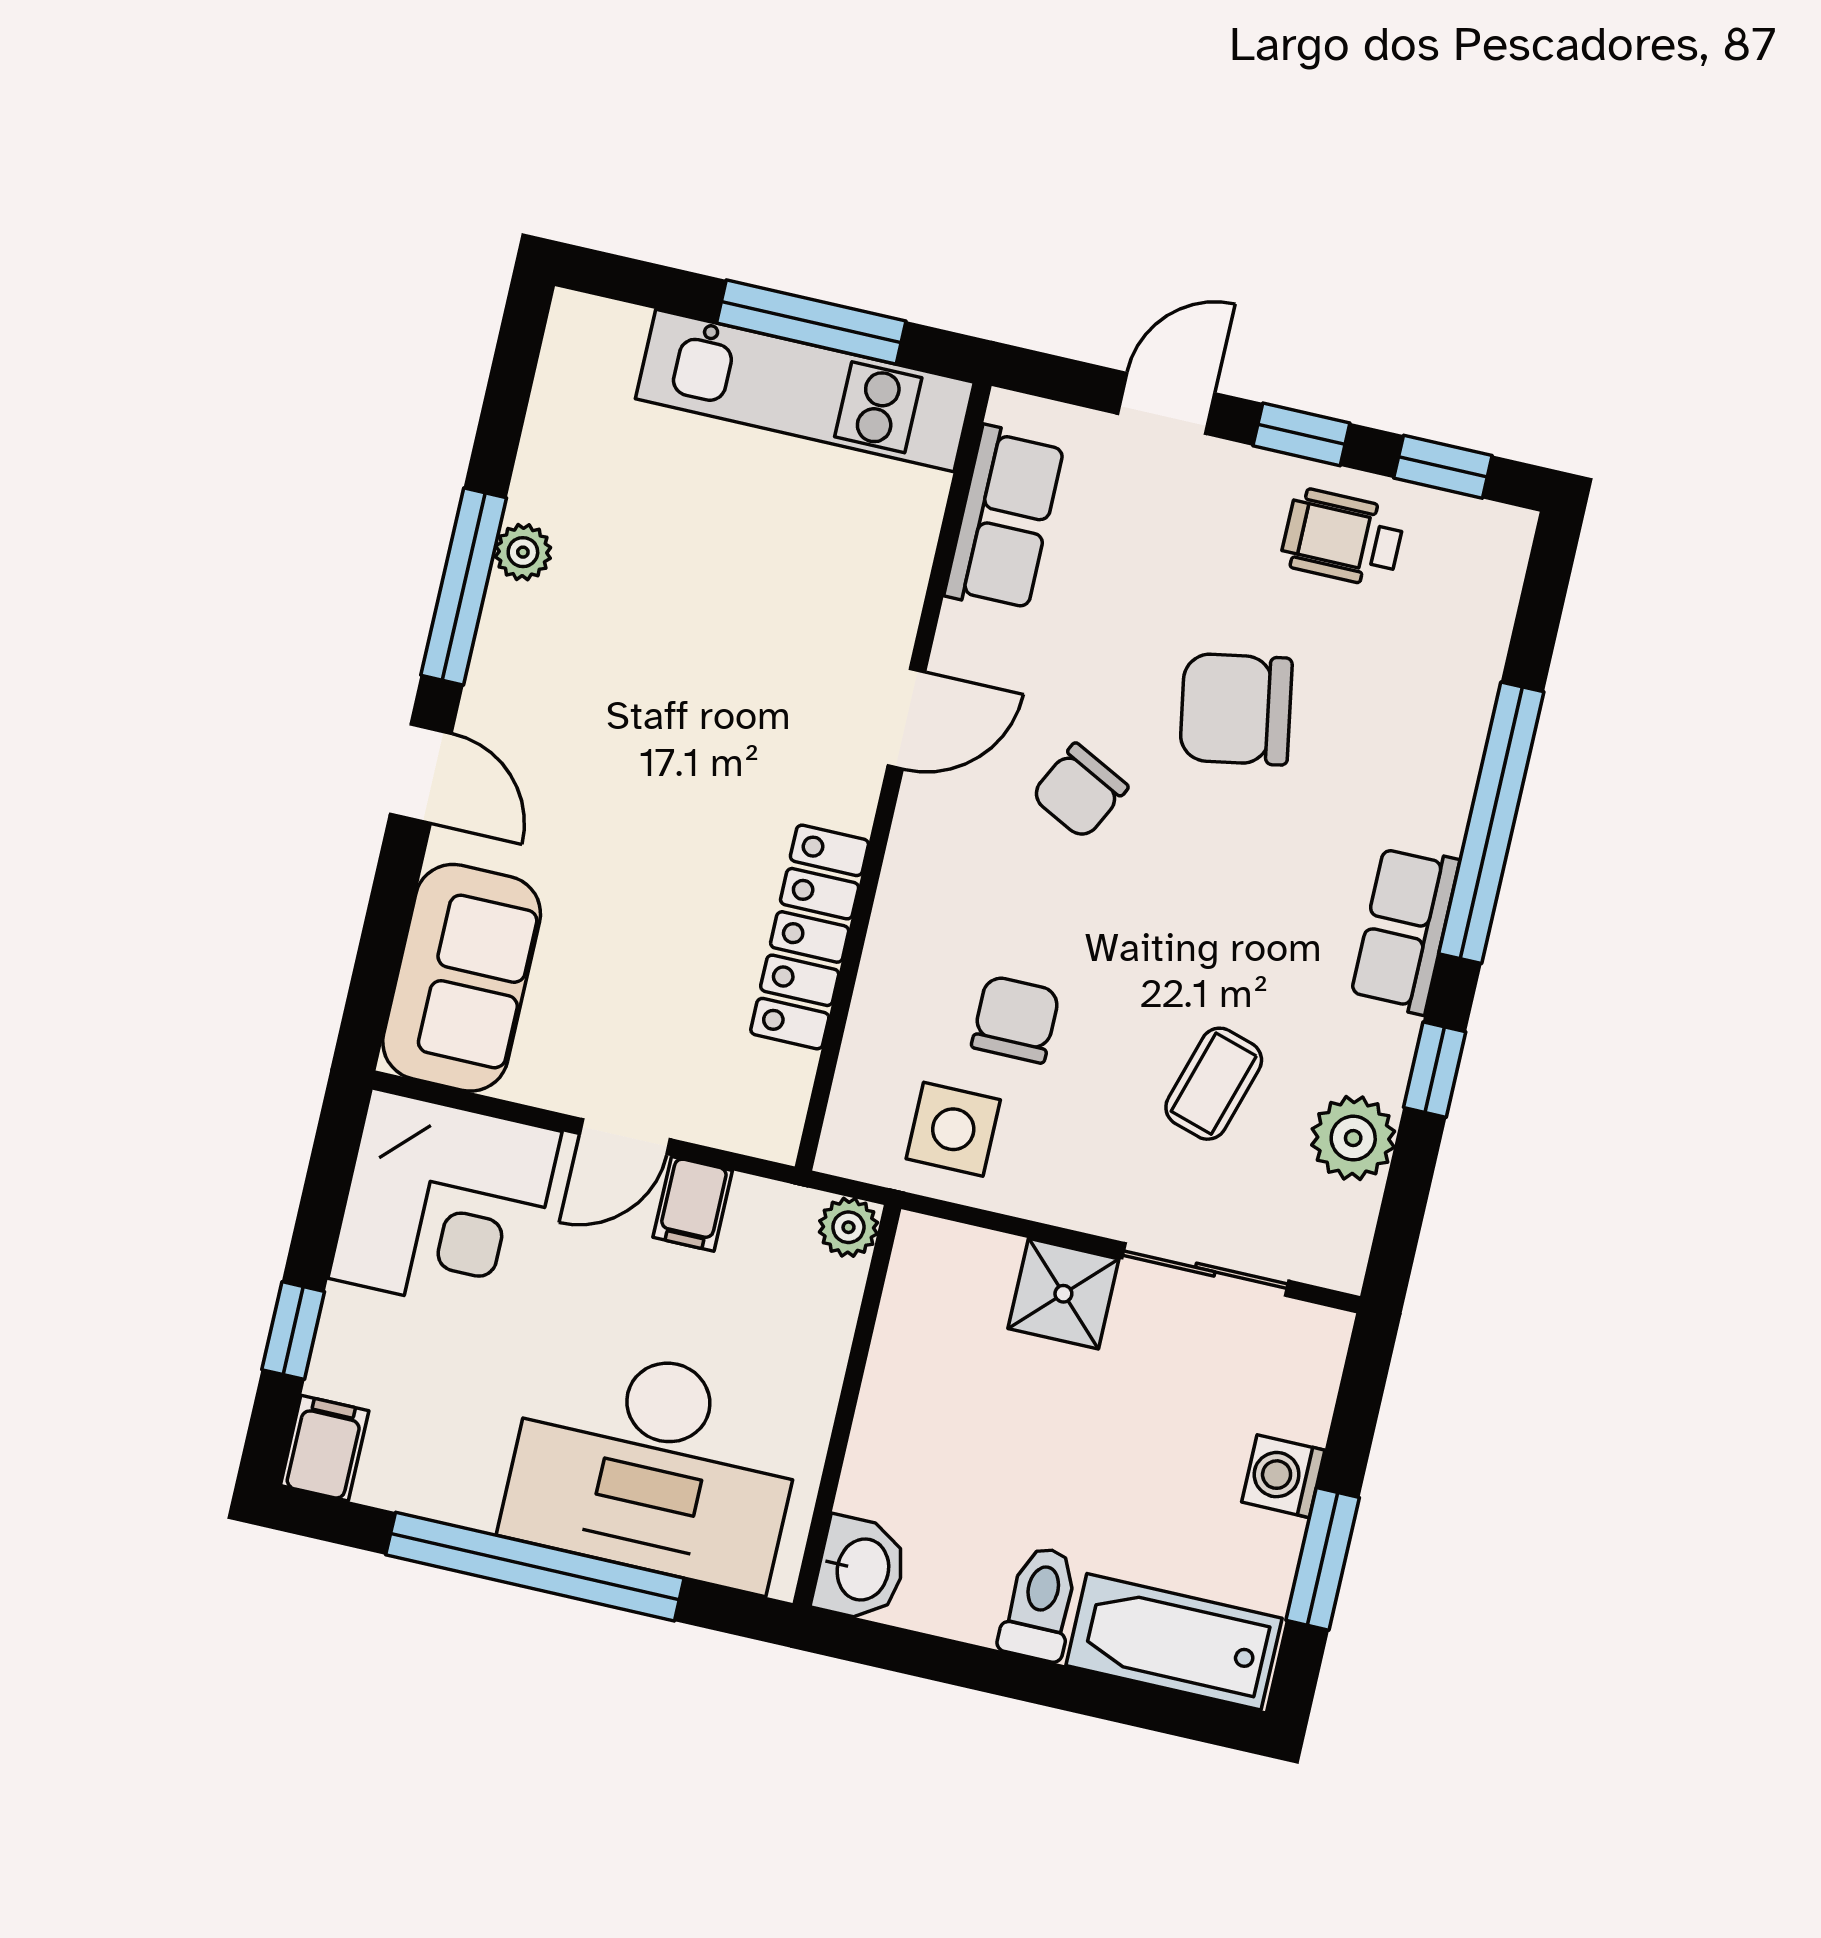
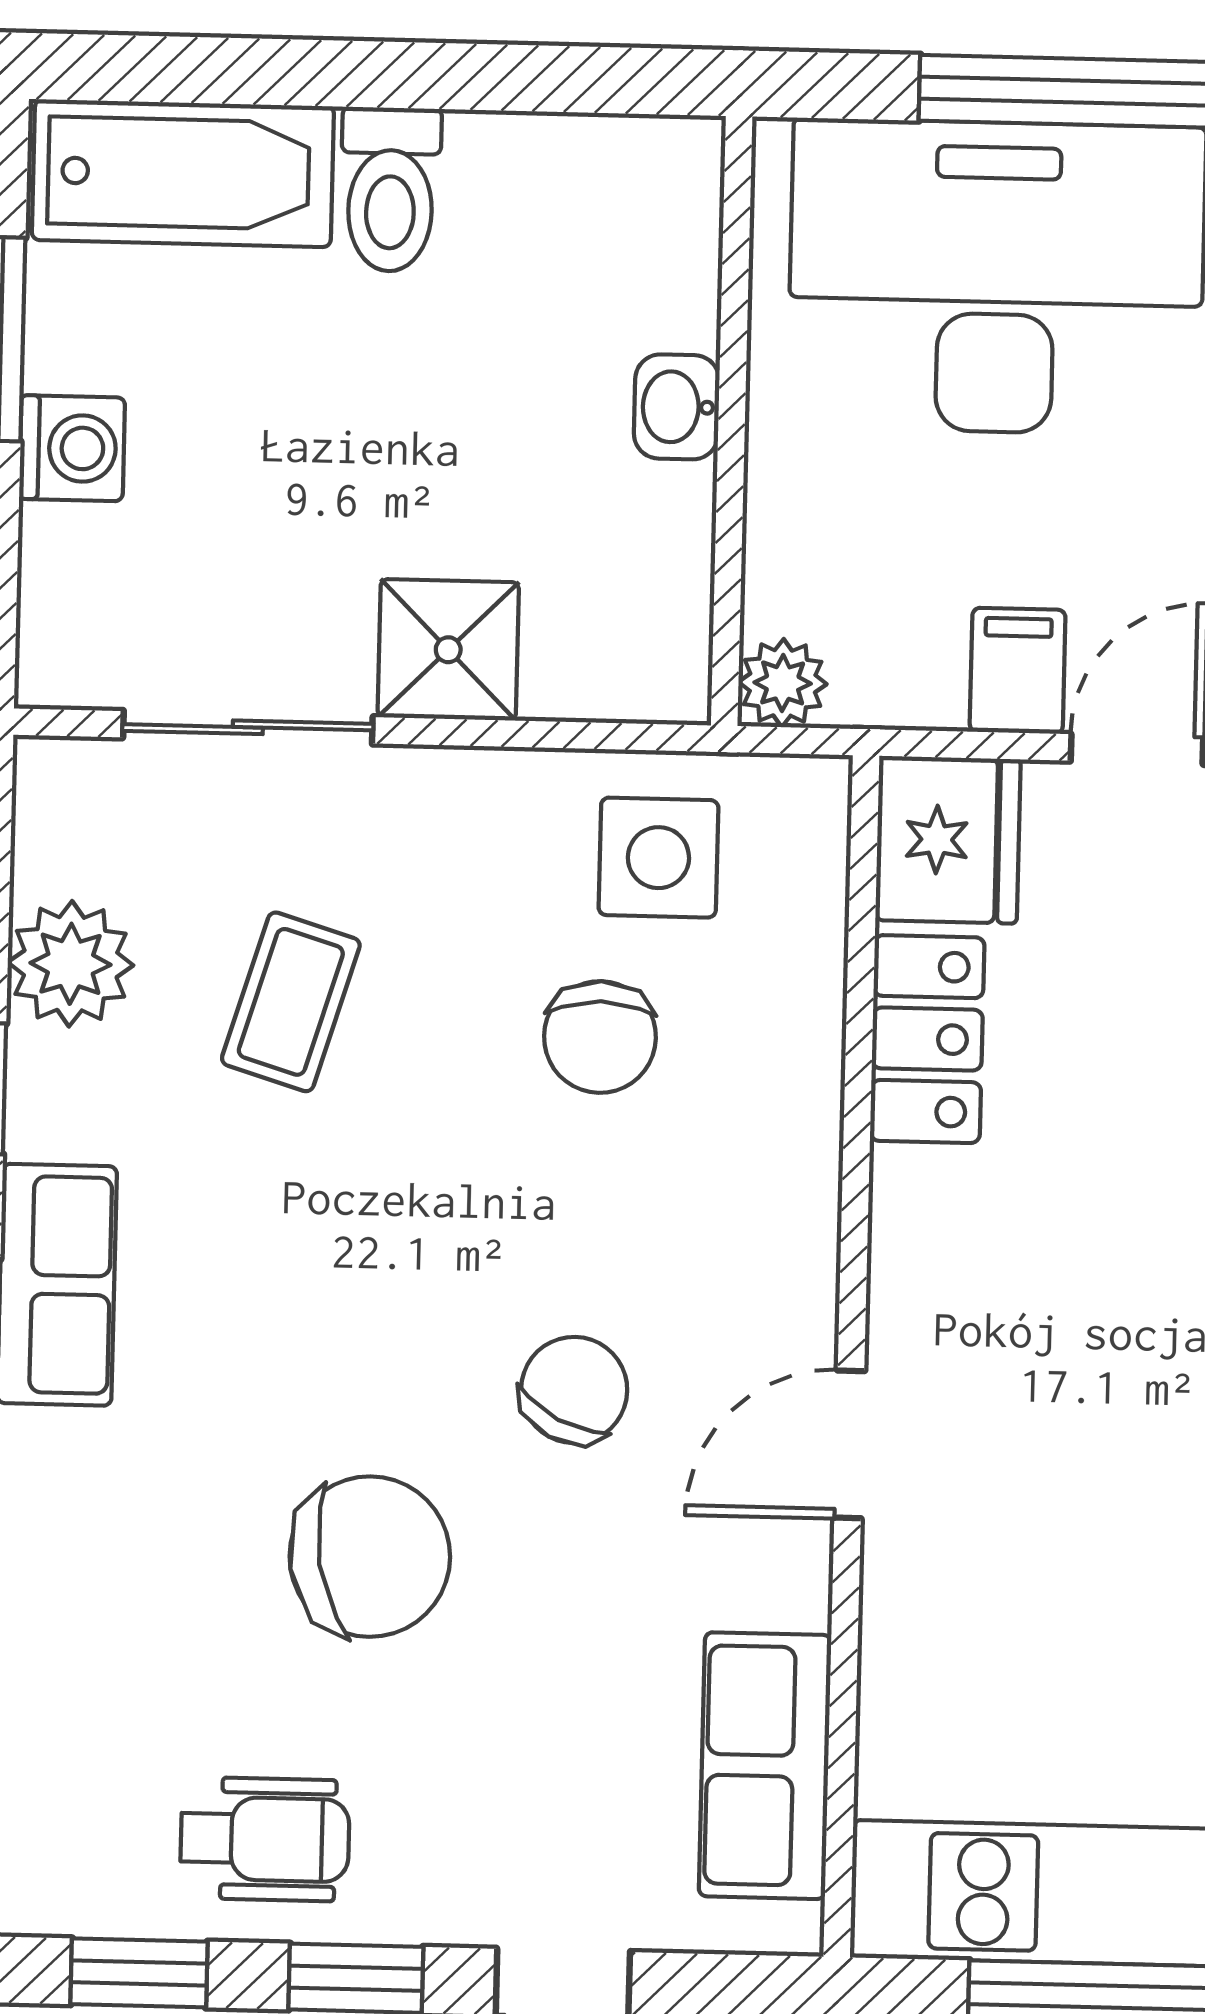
locker: (810, 937) -> (927, 1039), width x0.66
fridge: (761, 1102) -> (948, 840), added
washbasin: (861, 1569) -> (677, 407), moved, width x0.72, depth x0.69

